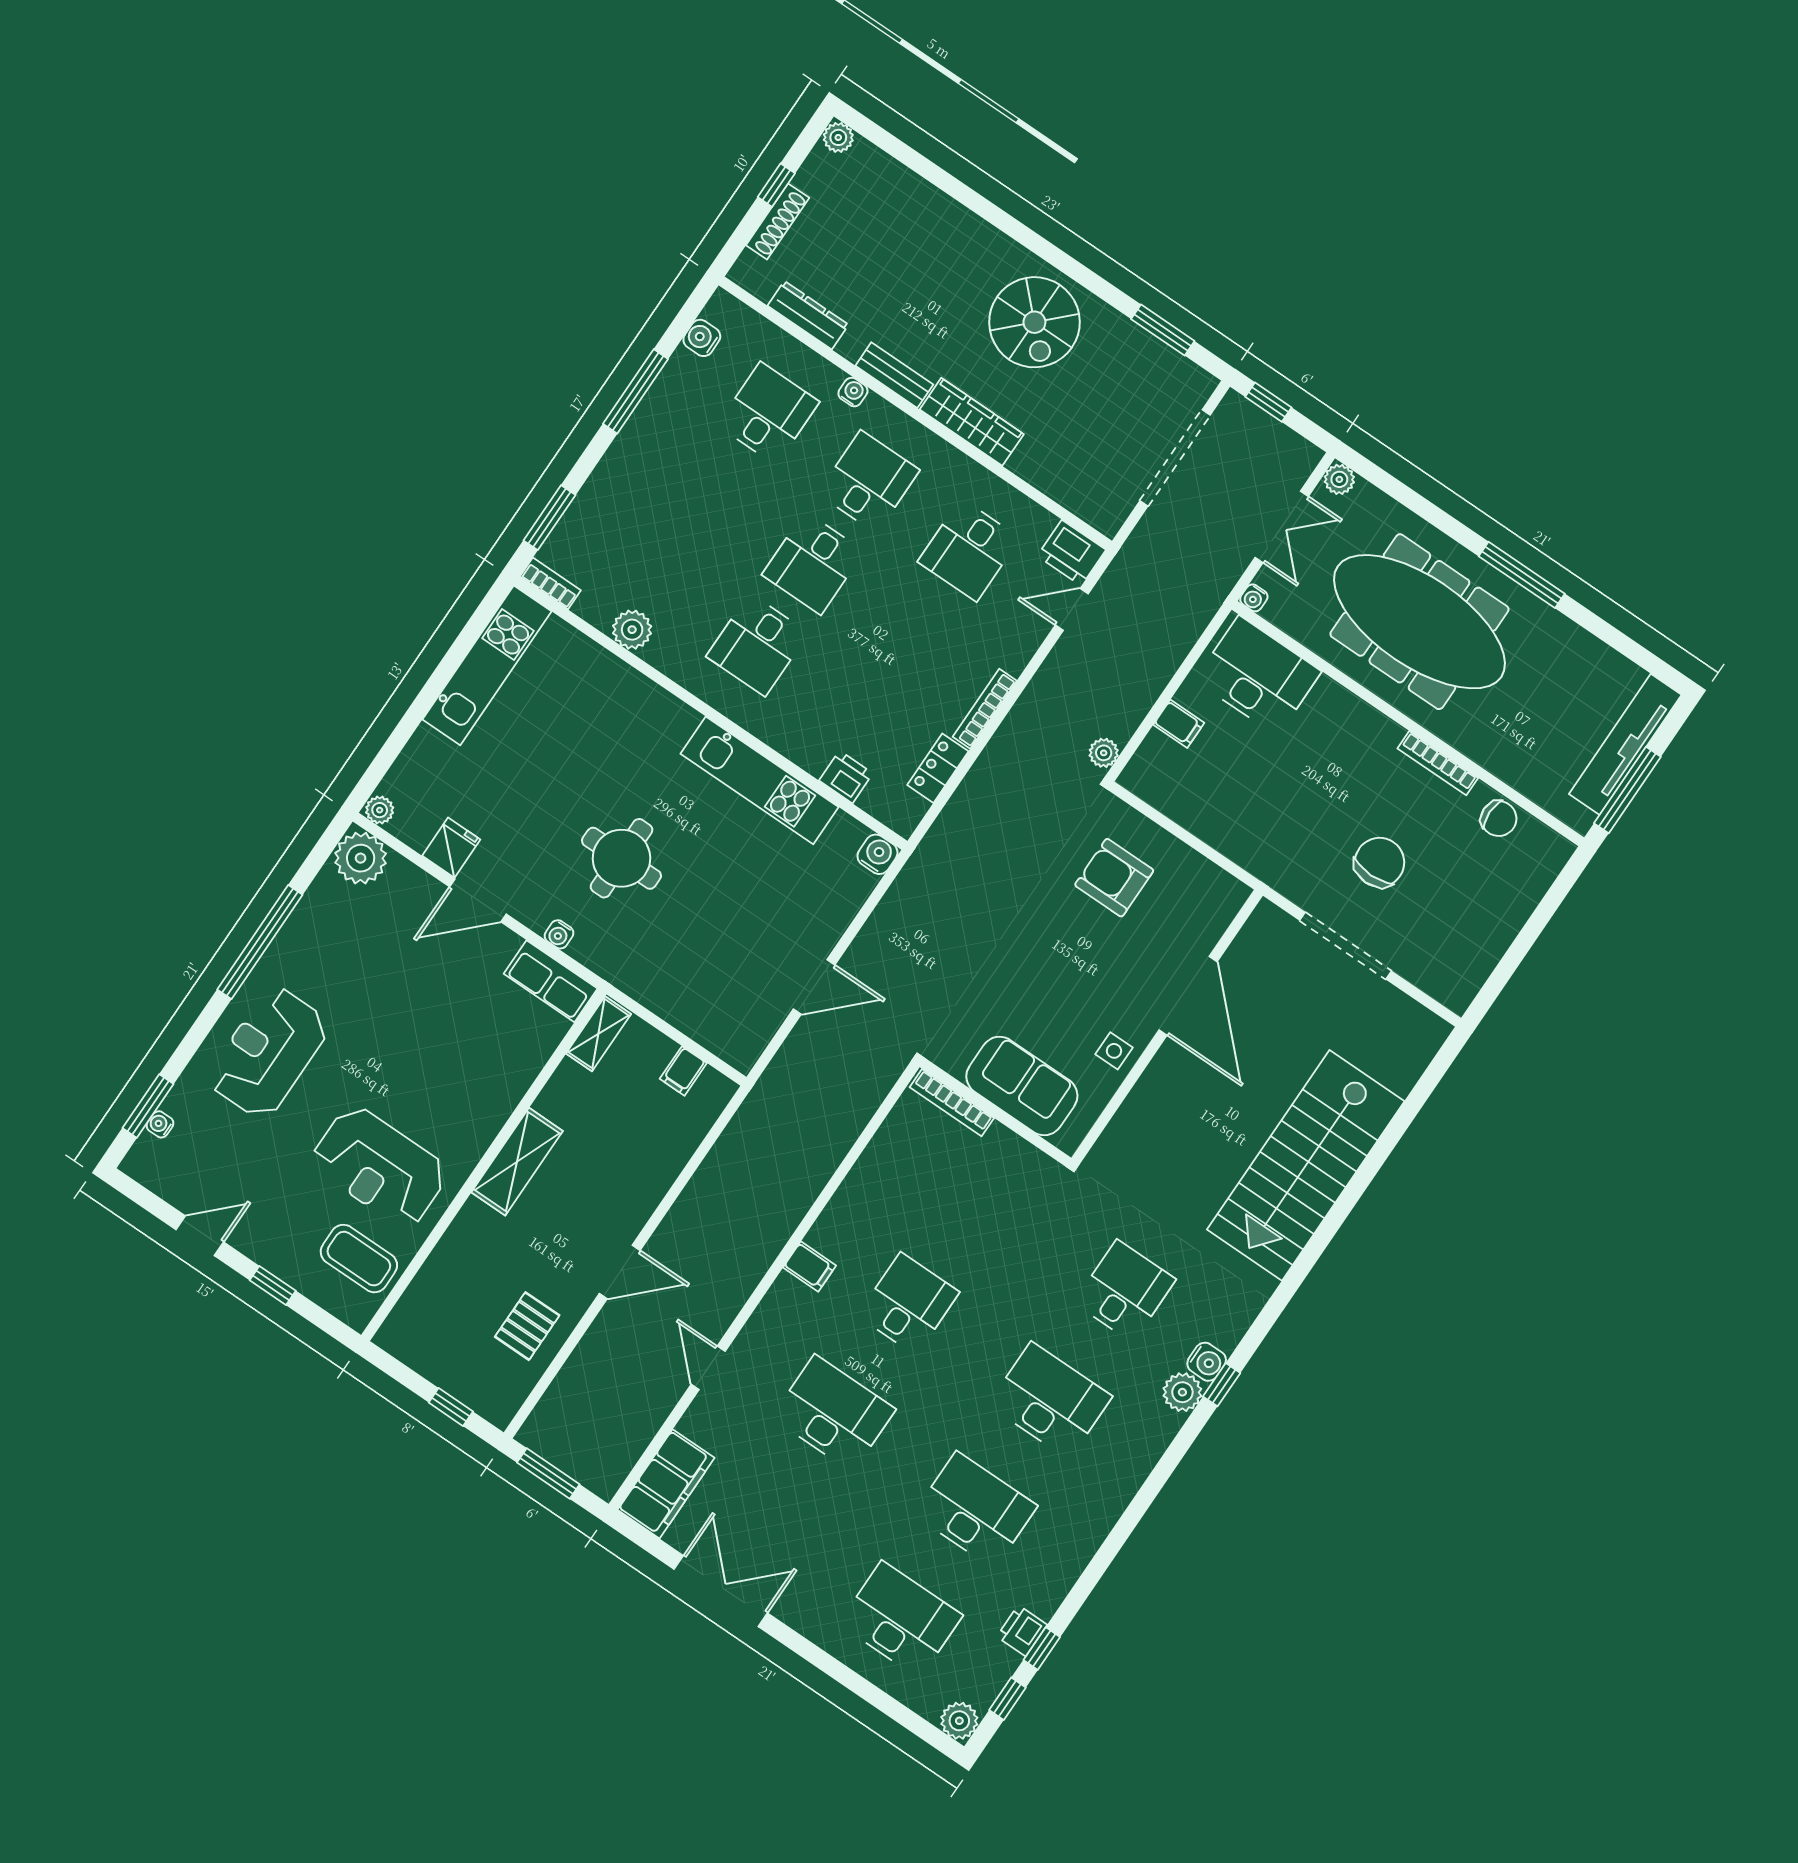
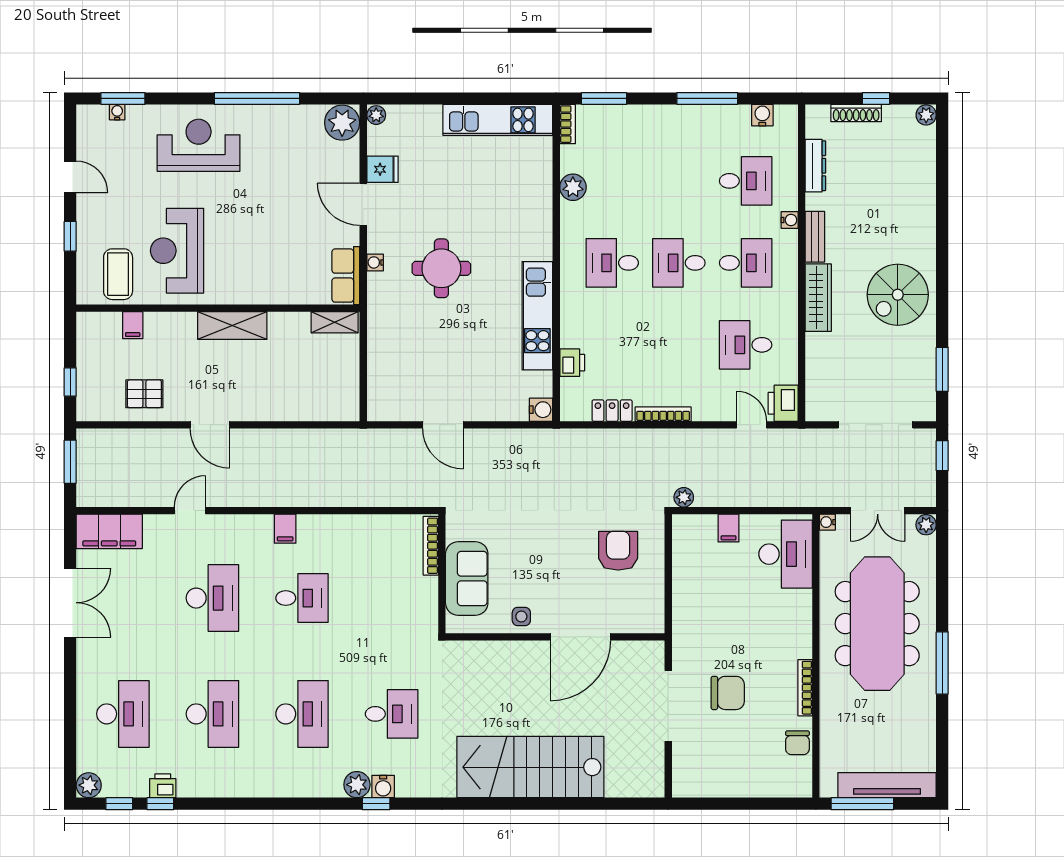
filing cabinet: (683, 1071) -> (133, 325), moved, turned -90

